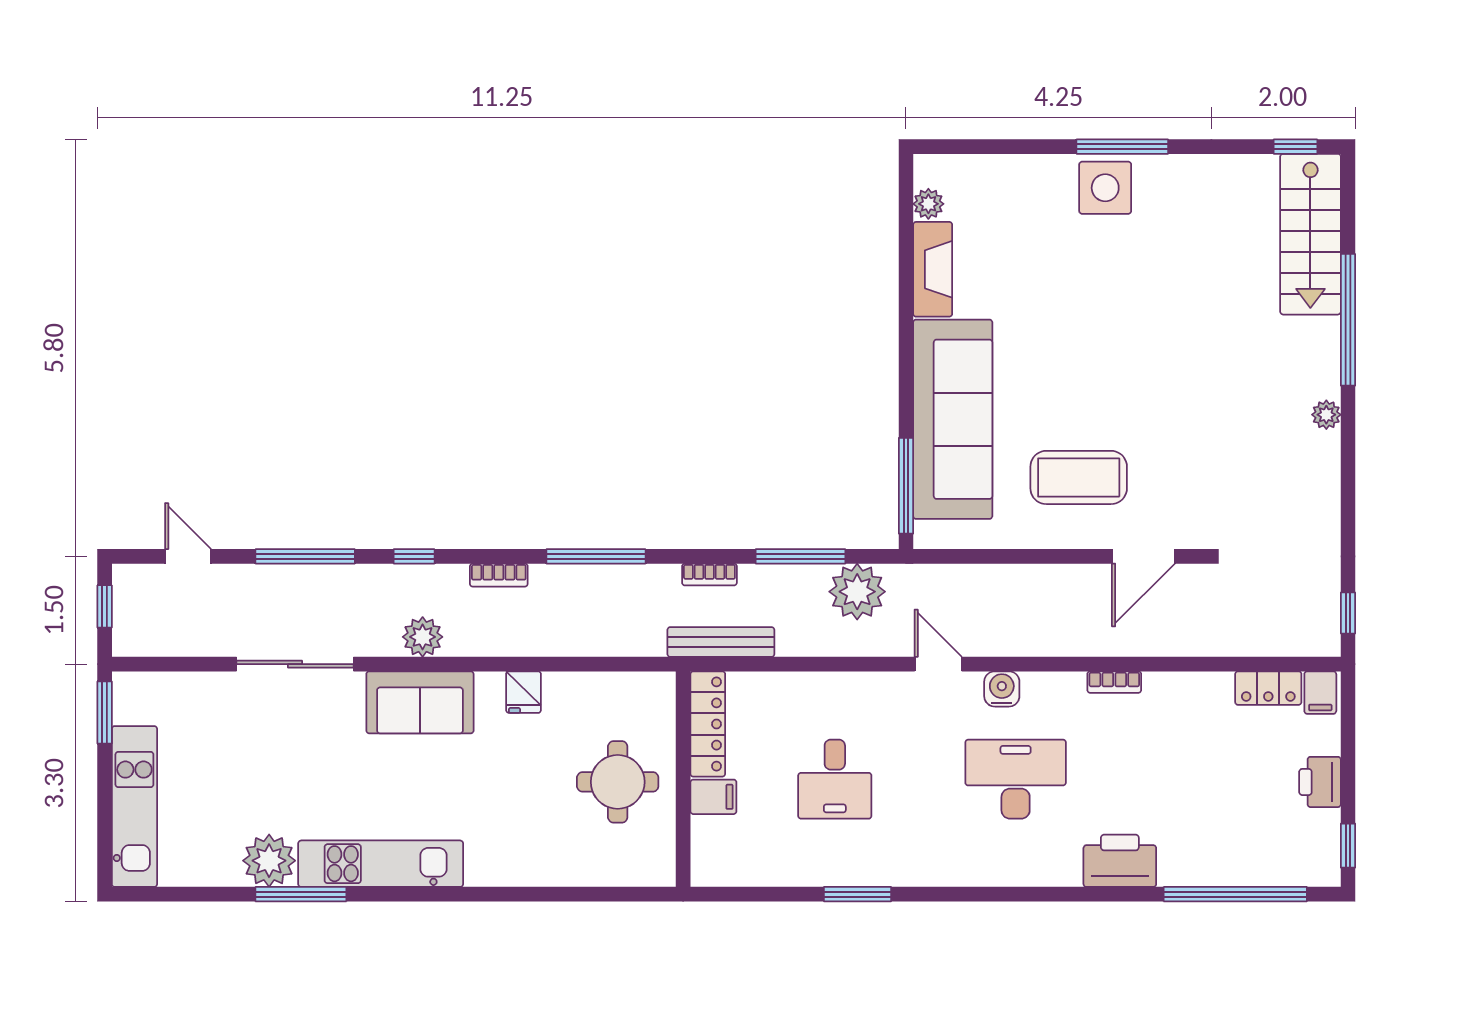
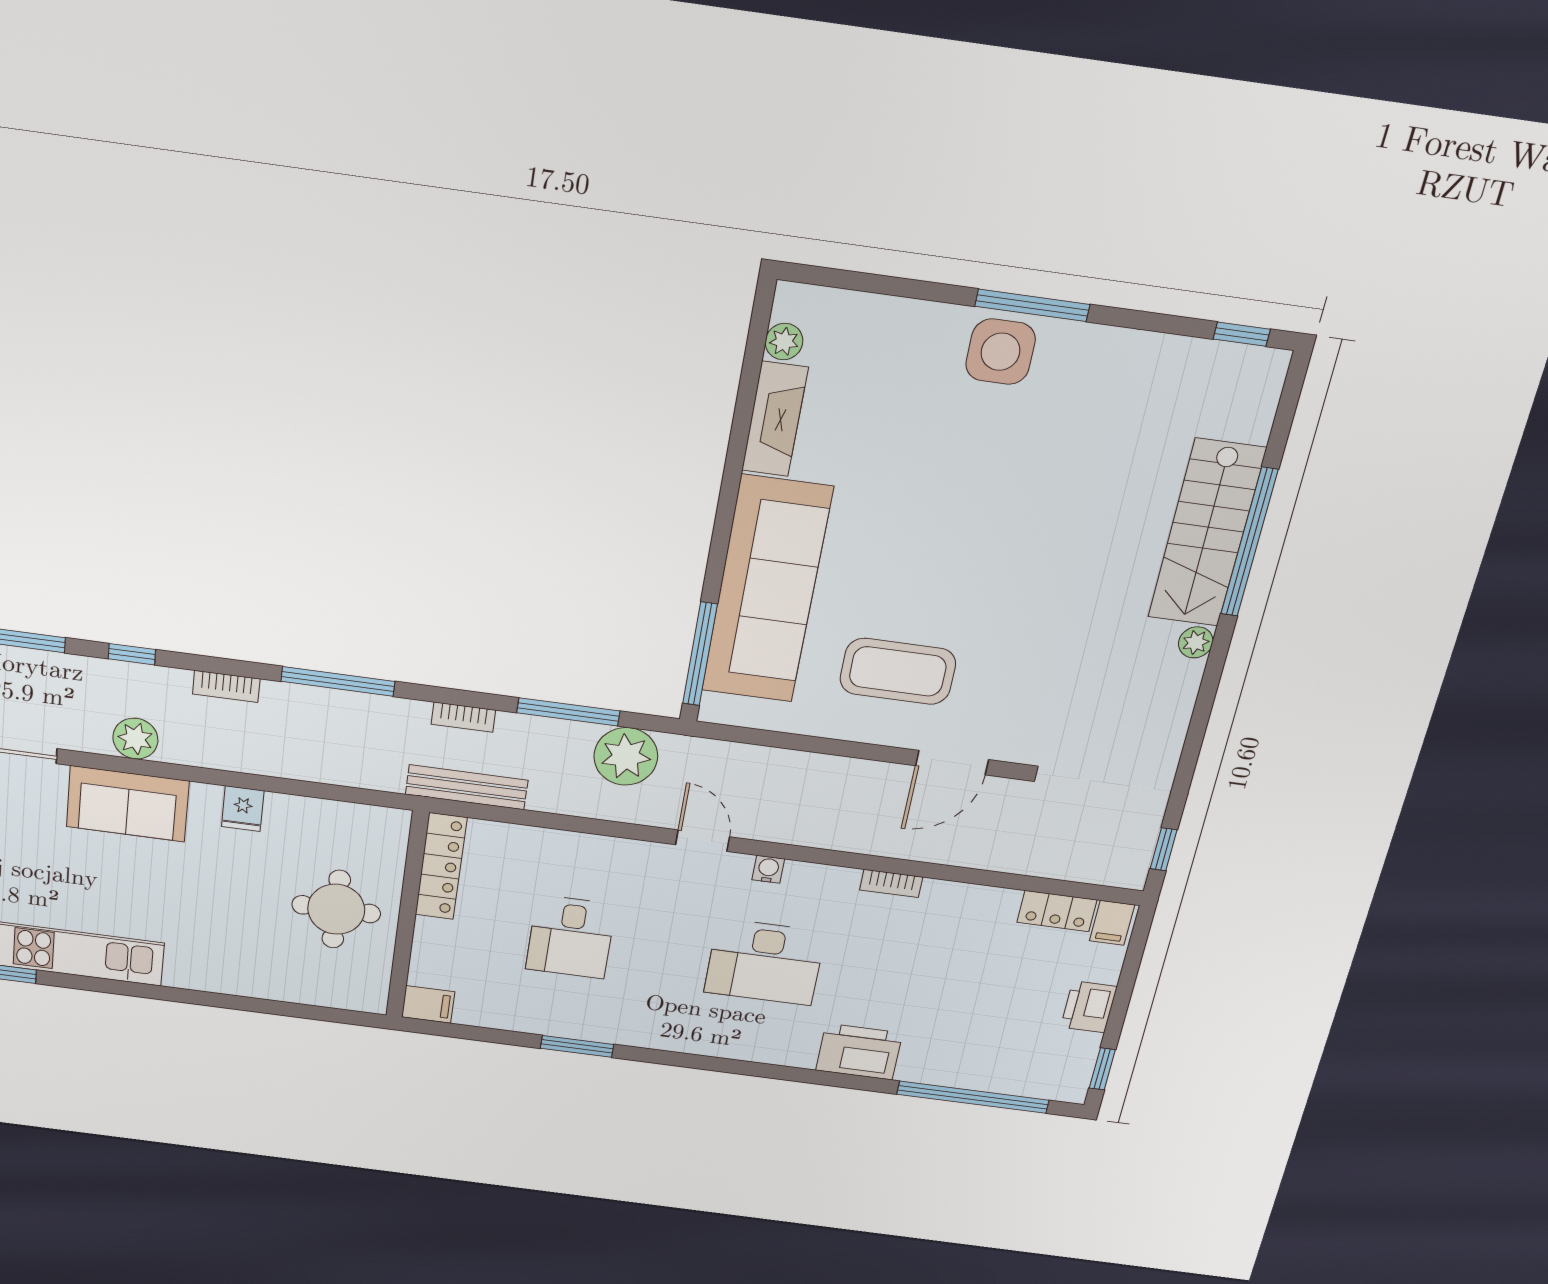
stairs: (1310, 234) -> (1207, 533), moved
water cooler: (1002, 689) -> (768, 869), width x0.72, depth x0.72
desk: (1016, 779) -> (765, 962), turned 180
filing cabinet: (713, 797) -> (428, 1004), moved

